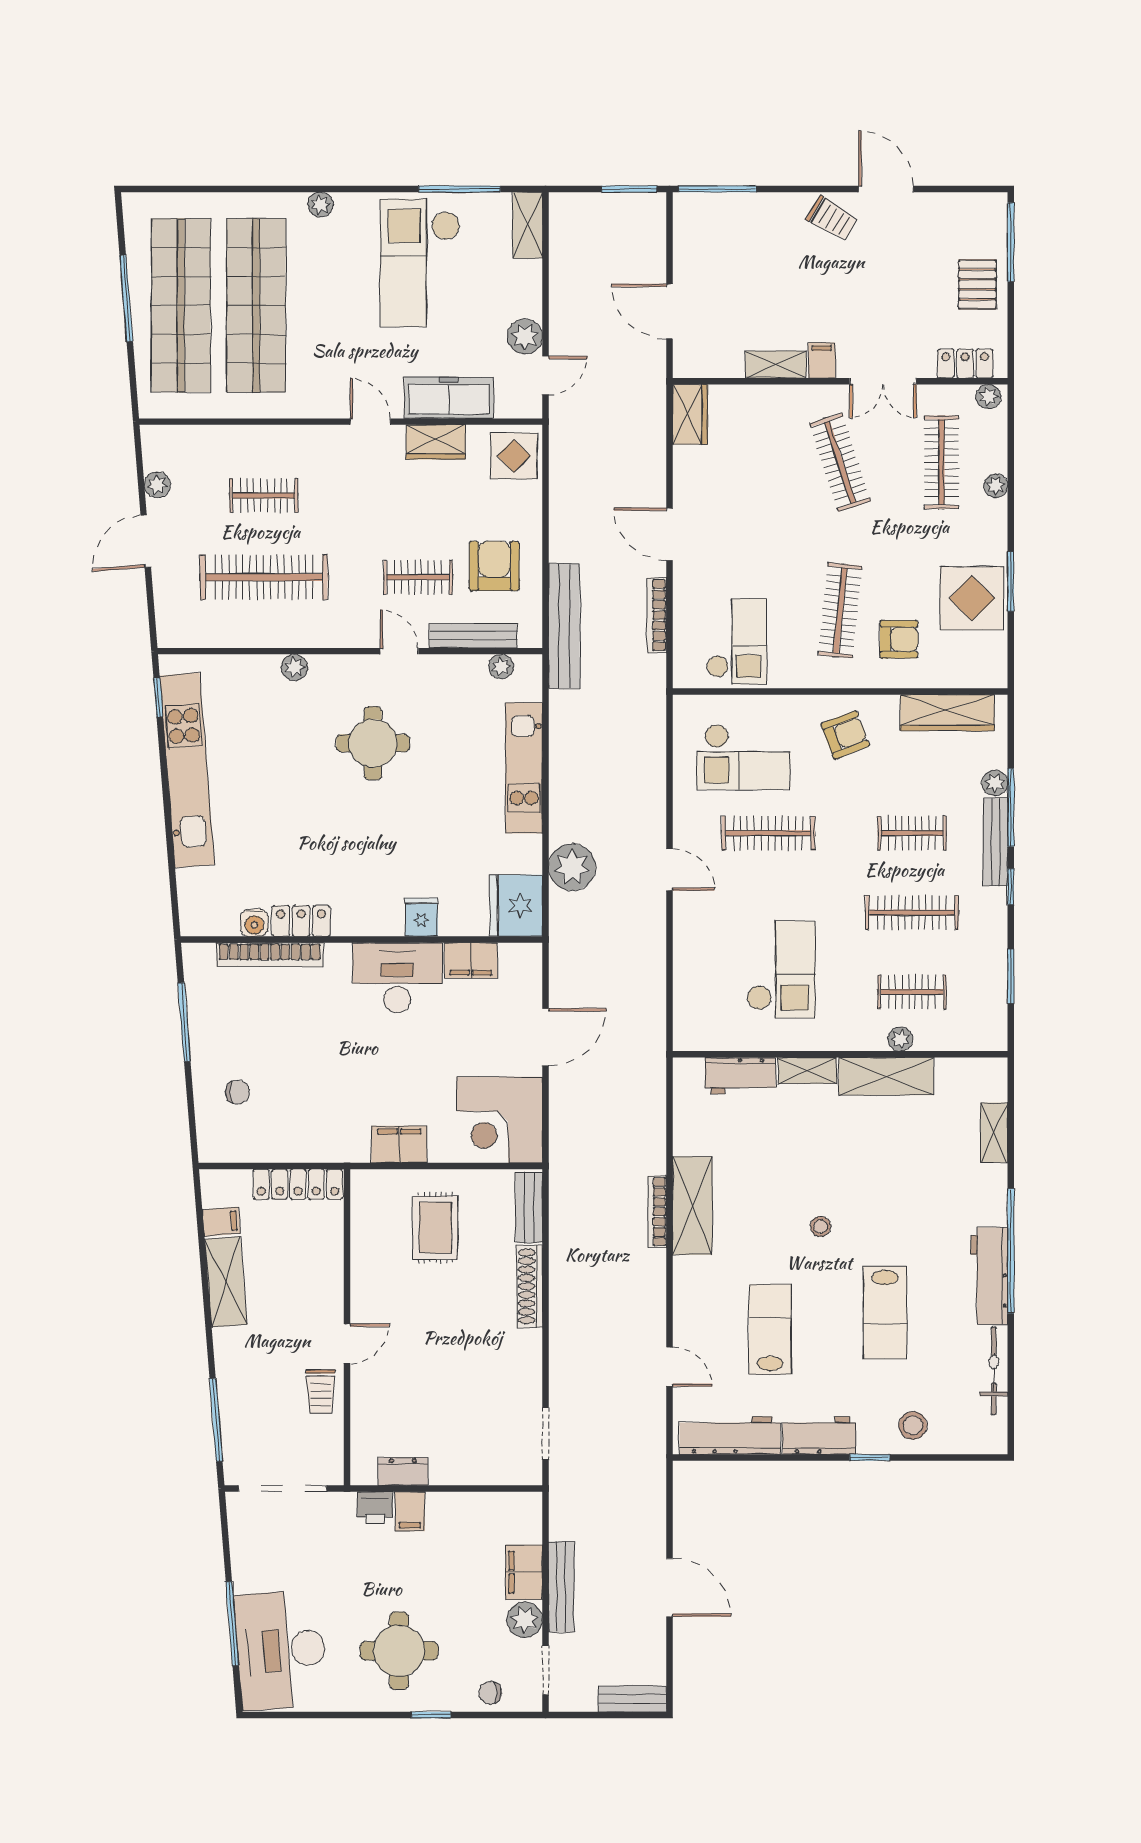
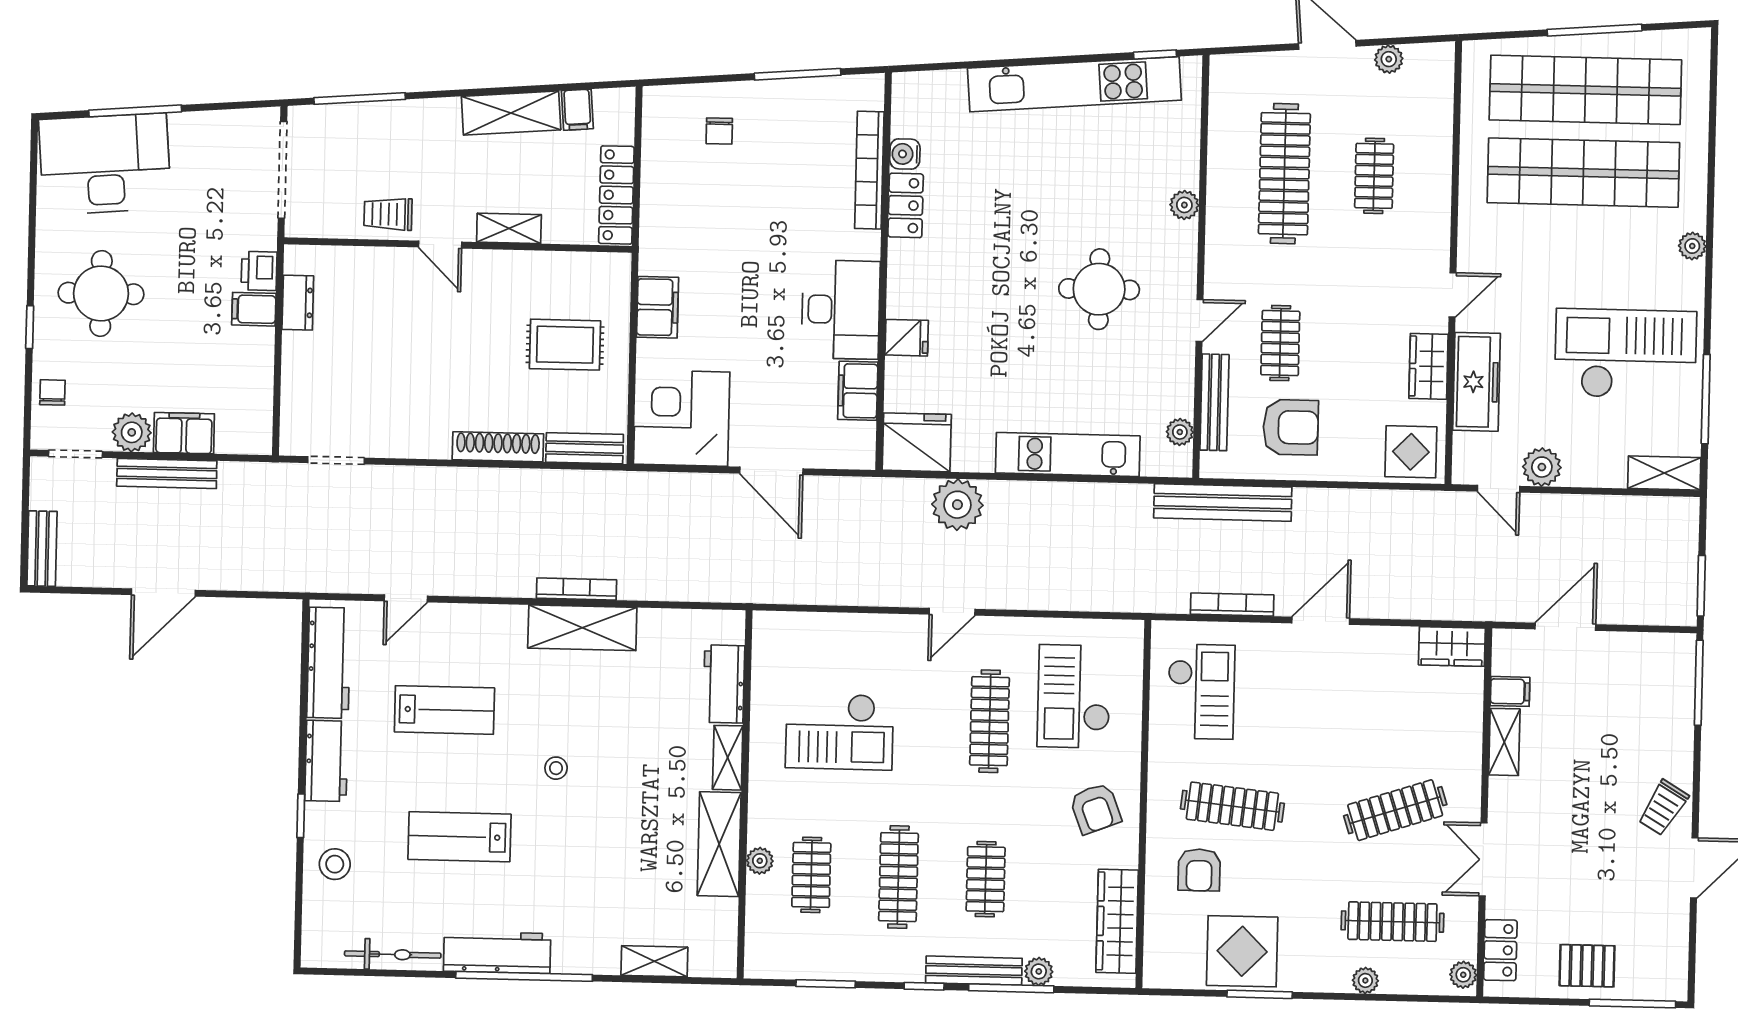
filing cabinet: (822, 360) -> (1510, 691), moved
checkout: (737, 641) -> (1201, 692), turned -90
shelving: (331, 1281) -> (509, 228), added

